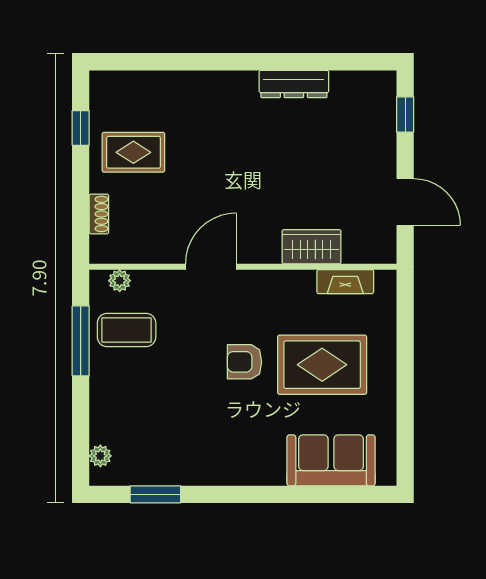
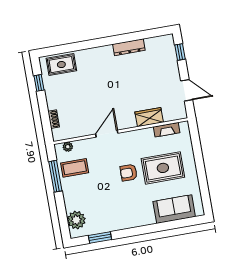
rug: (133, 152) -> (61, 65), moved
plant: (100, 456) -> (76, 220), width x1.88, depth x1.88

